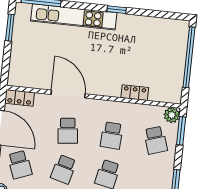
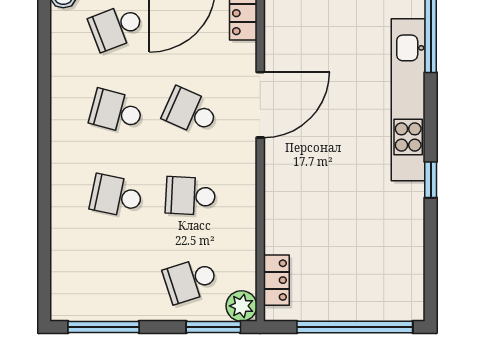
locker: (135, 93) -> (276, 280), moved
school desk: (68, 131) -> (190, 112), turned 30

